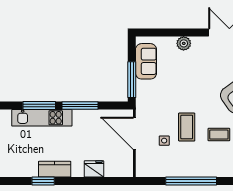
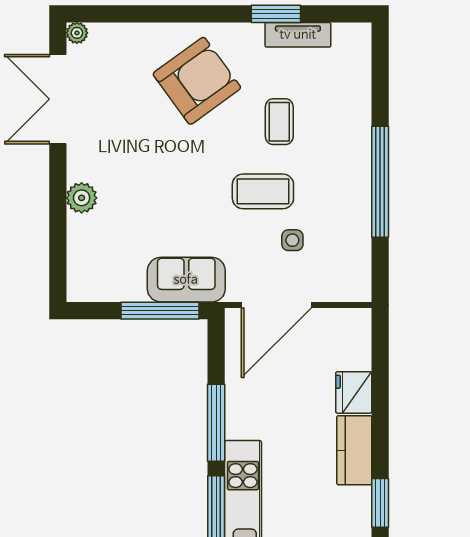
sofa: (146, 61) -> (186, 280), moved
kitchen counter: (55, 169) -> (354, 450), moved

